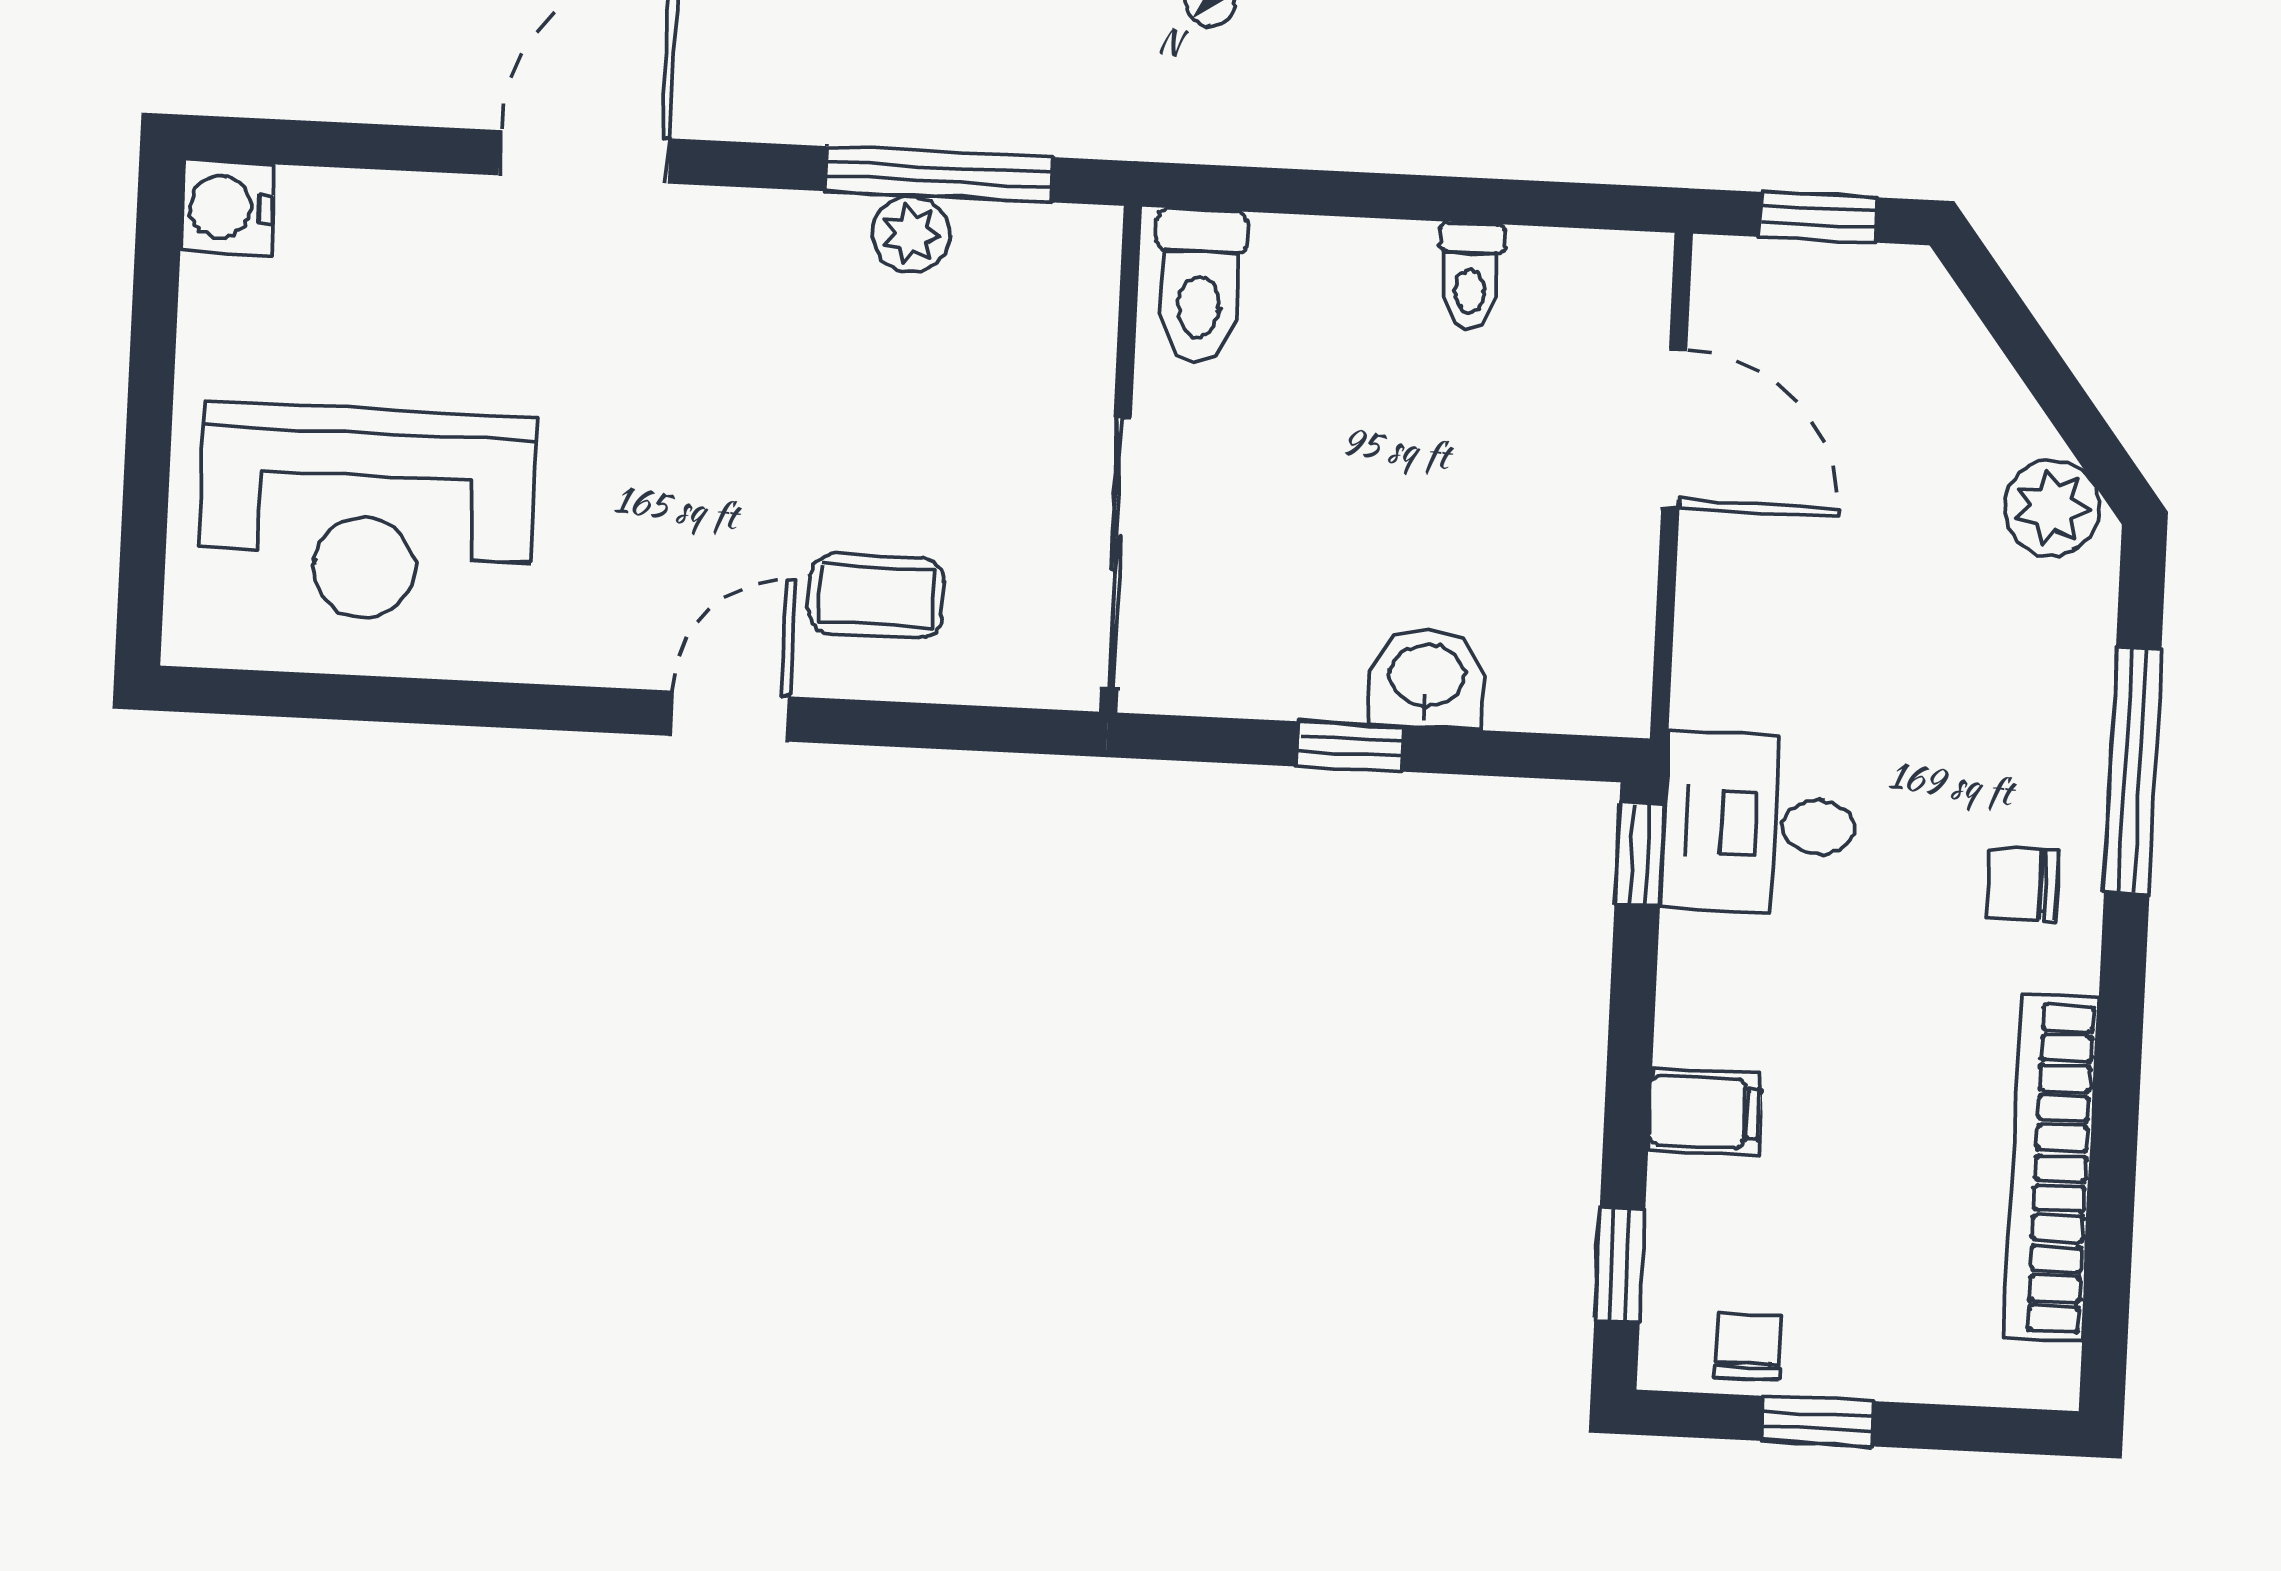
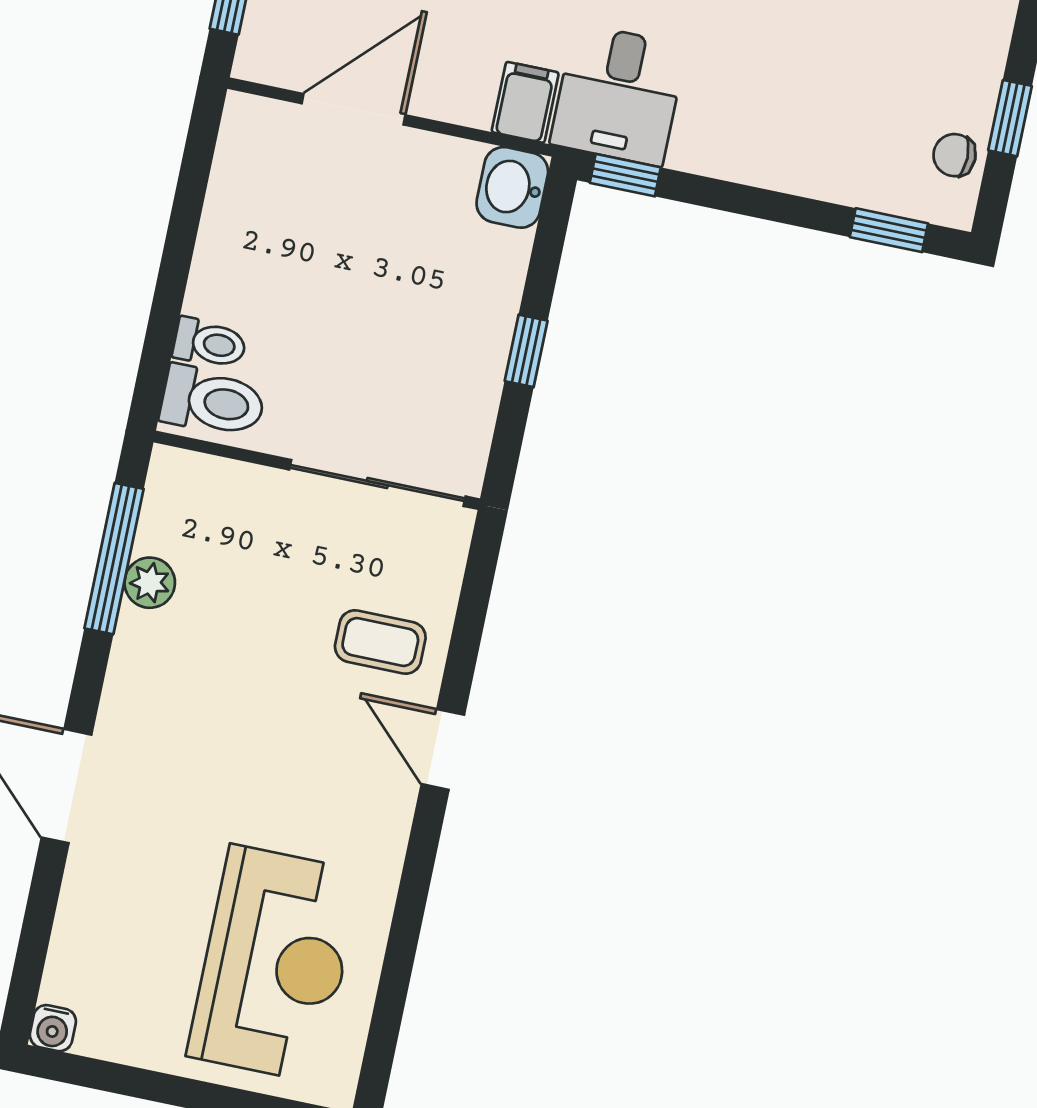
water cooler: (228, 207) -> (53, 1028), width x0.72, depth x0.72
toilet: (1470, 276) -> (210, 343), moved
coffee table: (877, 596) -> (380, 642), turned 90
washbasin: (1427, 678) -> (512, 187), moved
filing cabinet: (1705, 1112) -> (525, 102), moved

